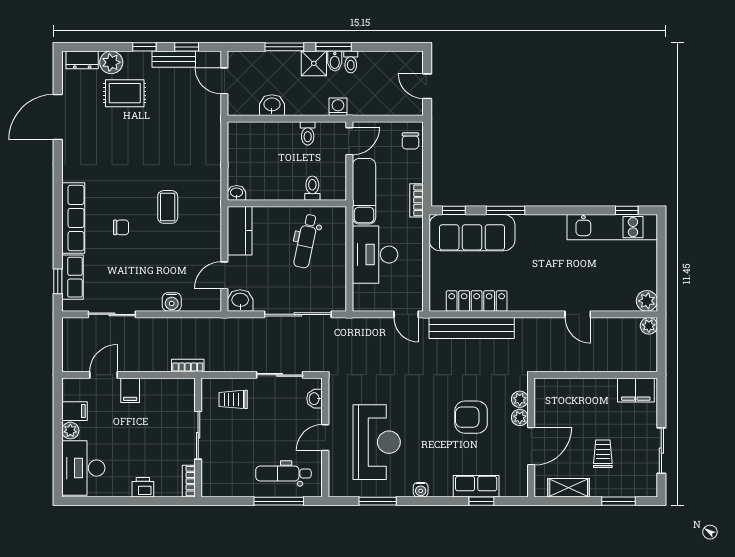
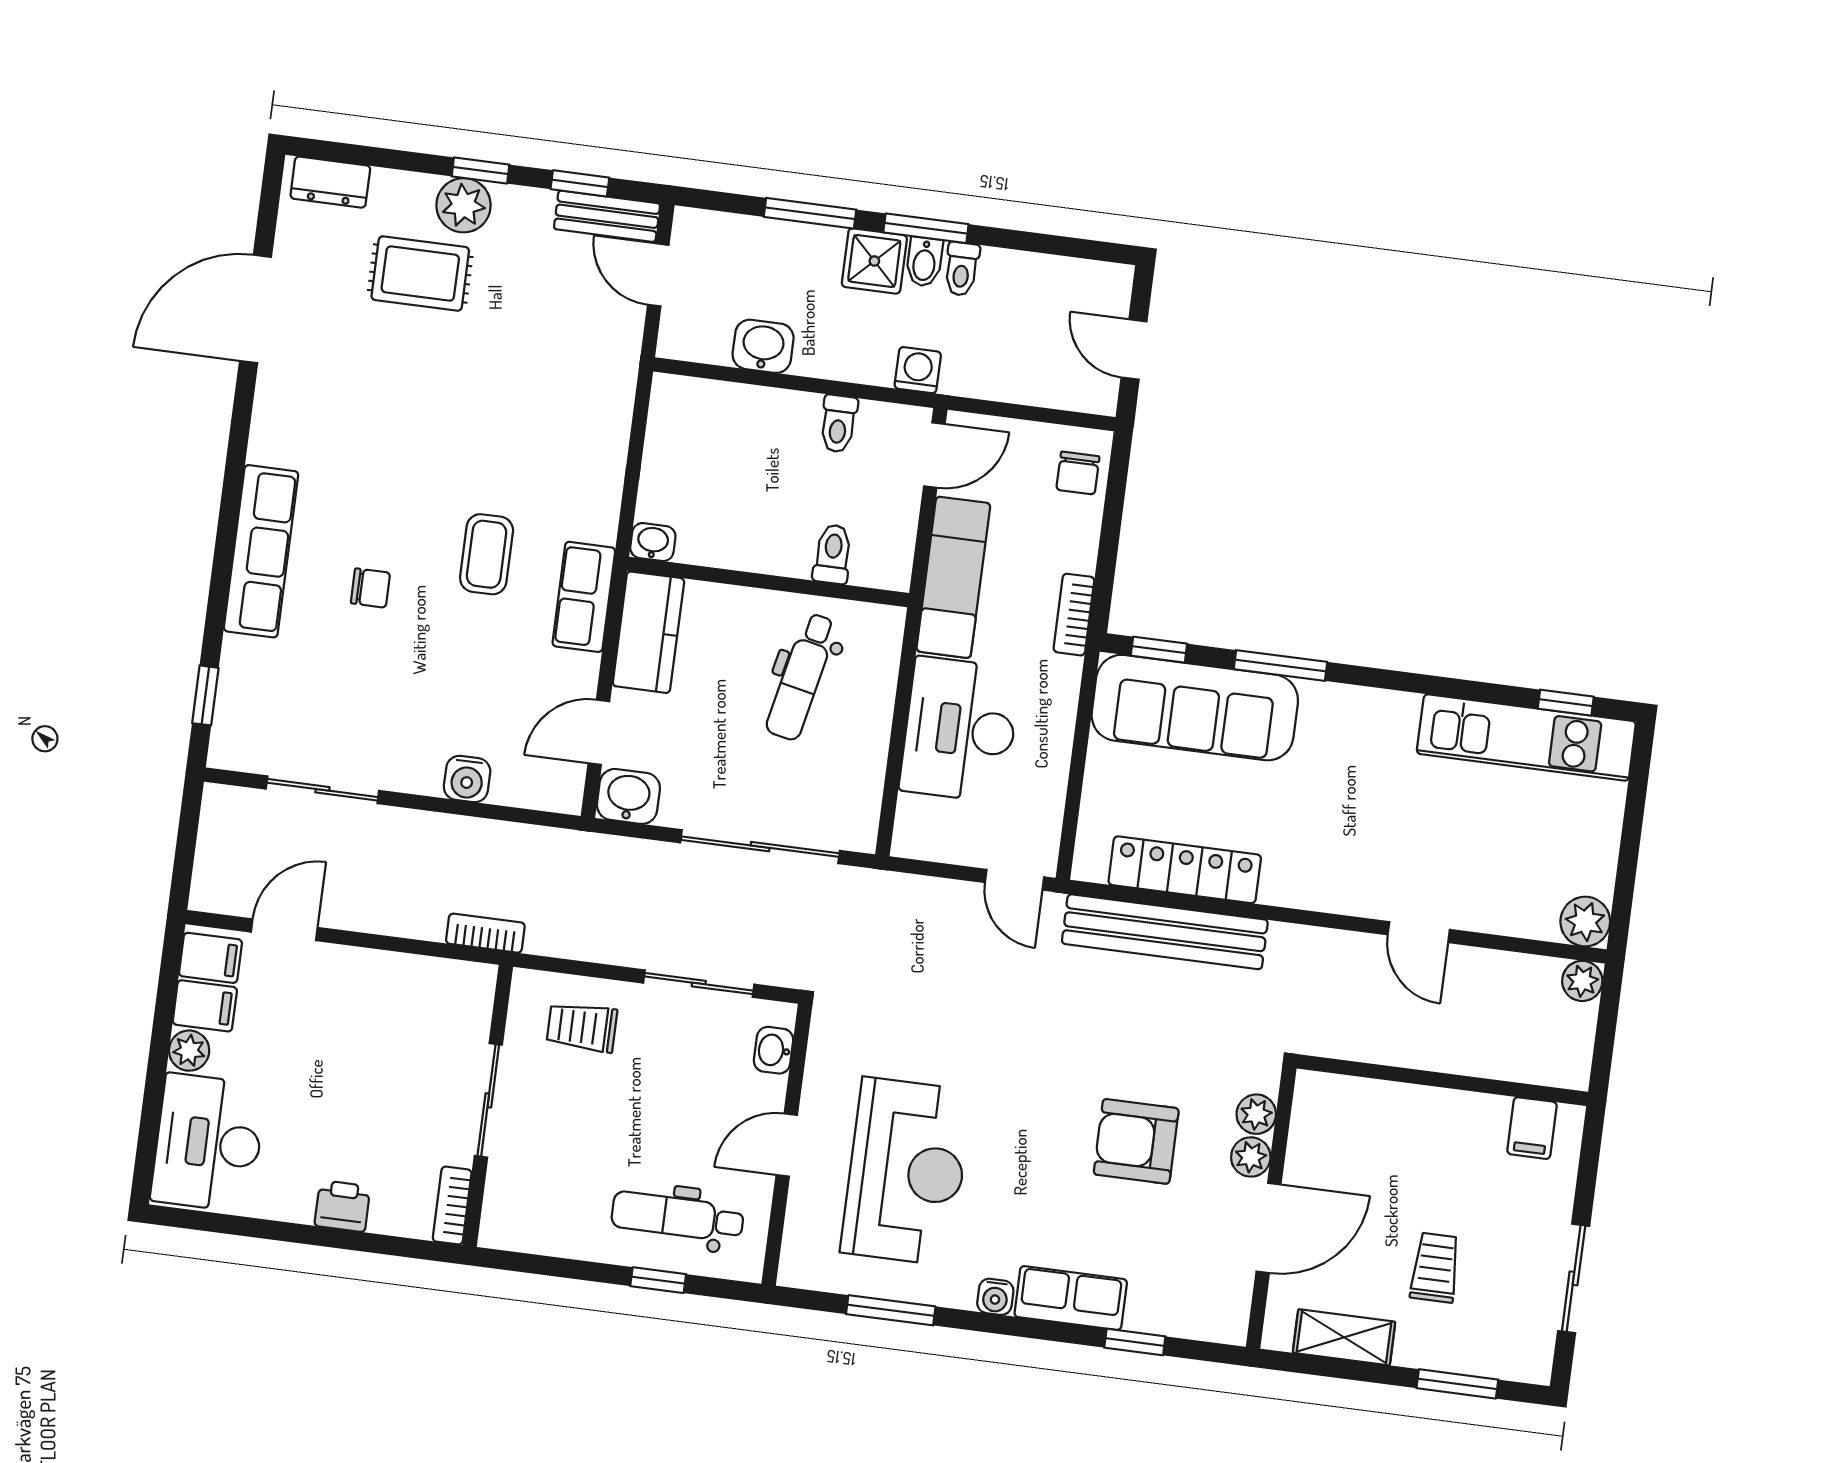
bench: (174, 59) -> (607, 216), moved
plant: (111, 62) -> (464, 205), moved
row of seats: (72, 277) -> (584, 597), moved, turned 180
filing cabinet: (130, 390) -> (210, 958), moved, turned -90
filing cabinet: (636, 390) -> (1532, 1128), width x0.50
row of seats: (476, 486) -> (1071, 1298), moved
window: (279, 501) -> (658, 1280), width x0.46

